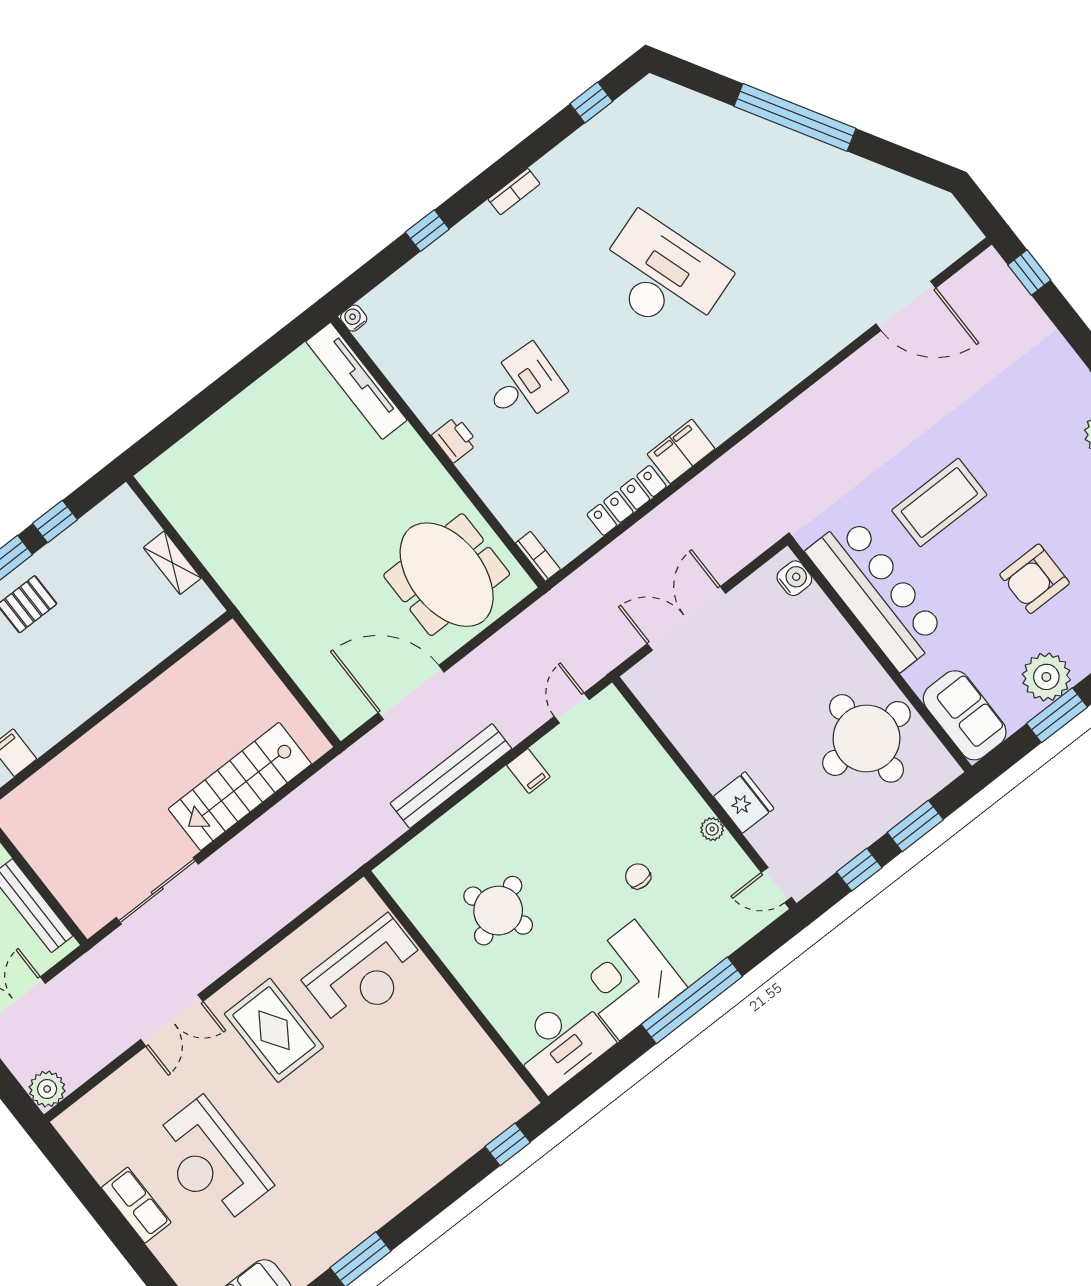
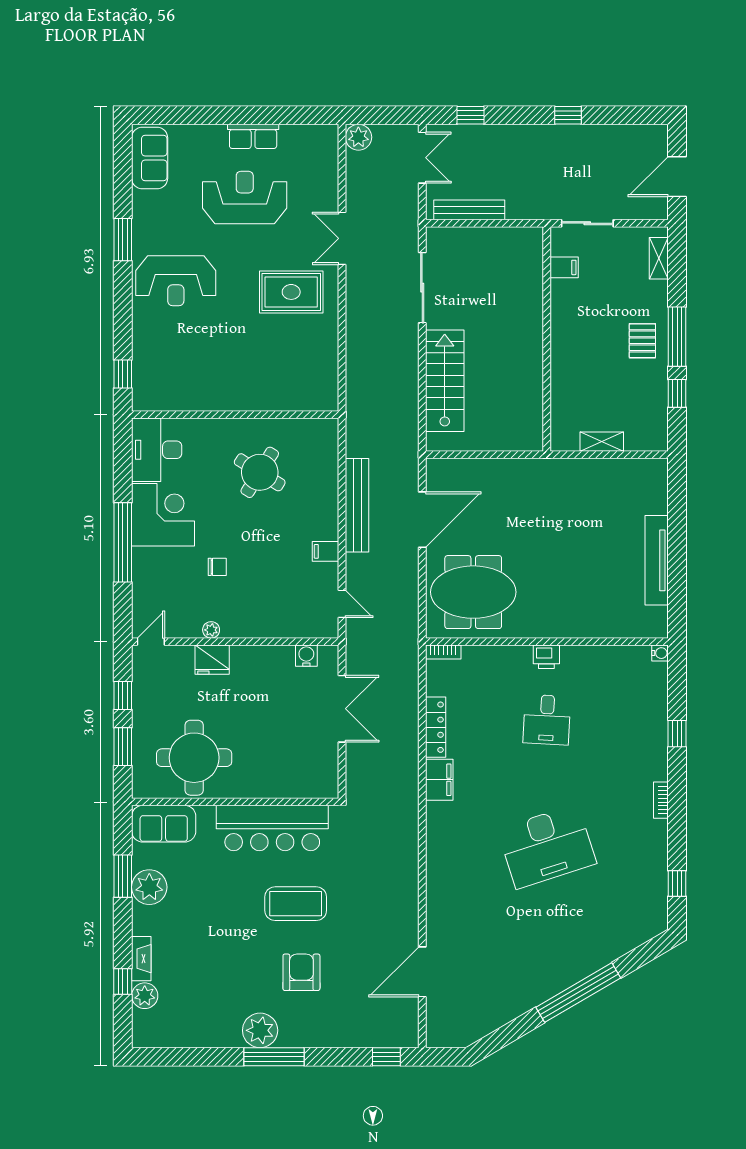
tv unit: (356, 381) -> (657, 560), moved, turned -90
coffee table: (939, 503) -> (296, 904), turned 90
water cooler: (794, 578) -> (306, 656), moved, turned 180
armchair: (1035, 579) -> (301, 972), moved
round table: (498, 911) -> (260, 472), turned -36
reception desk: (366, 973) -> (176, 281), moved, turned -90

